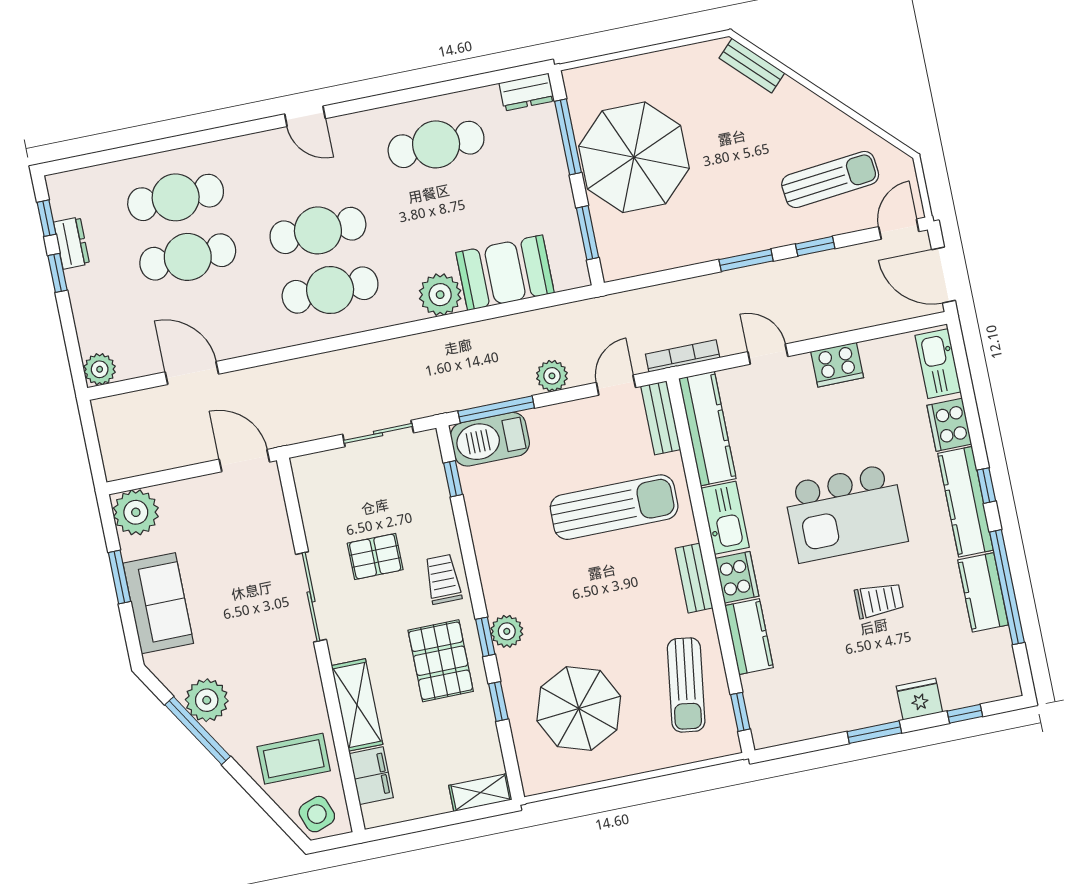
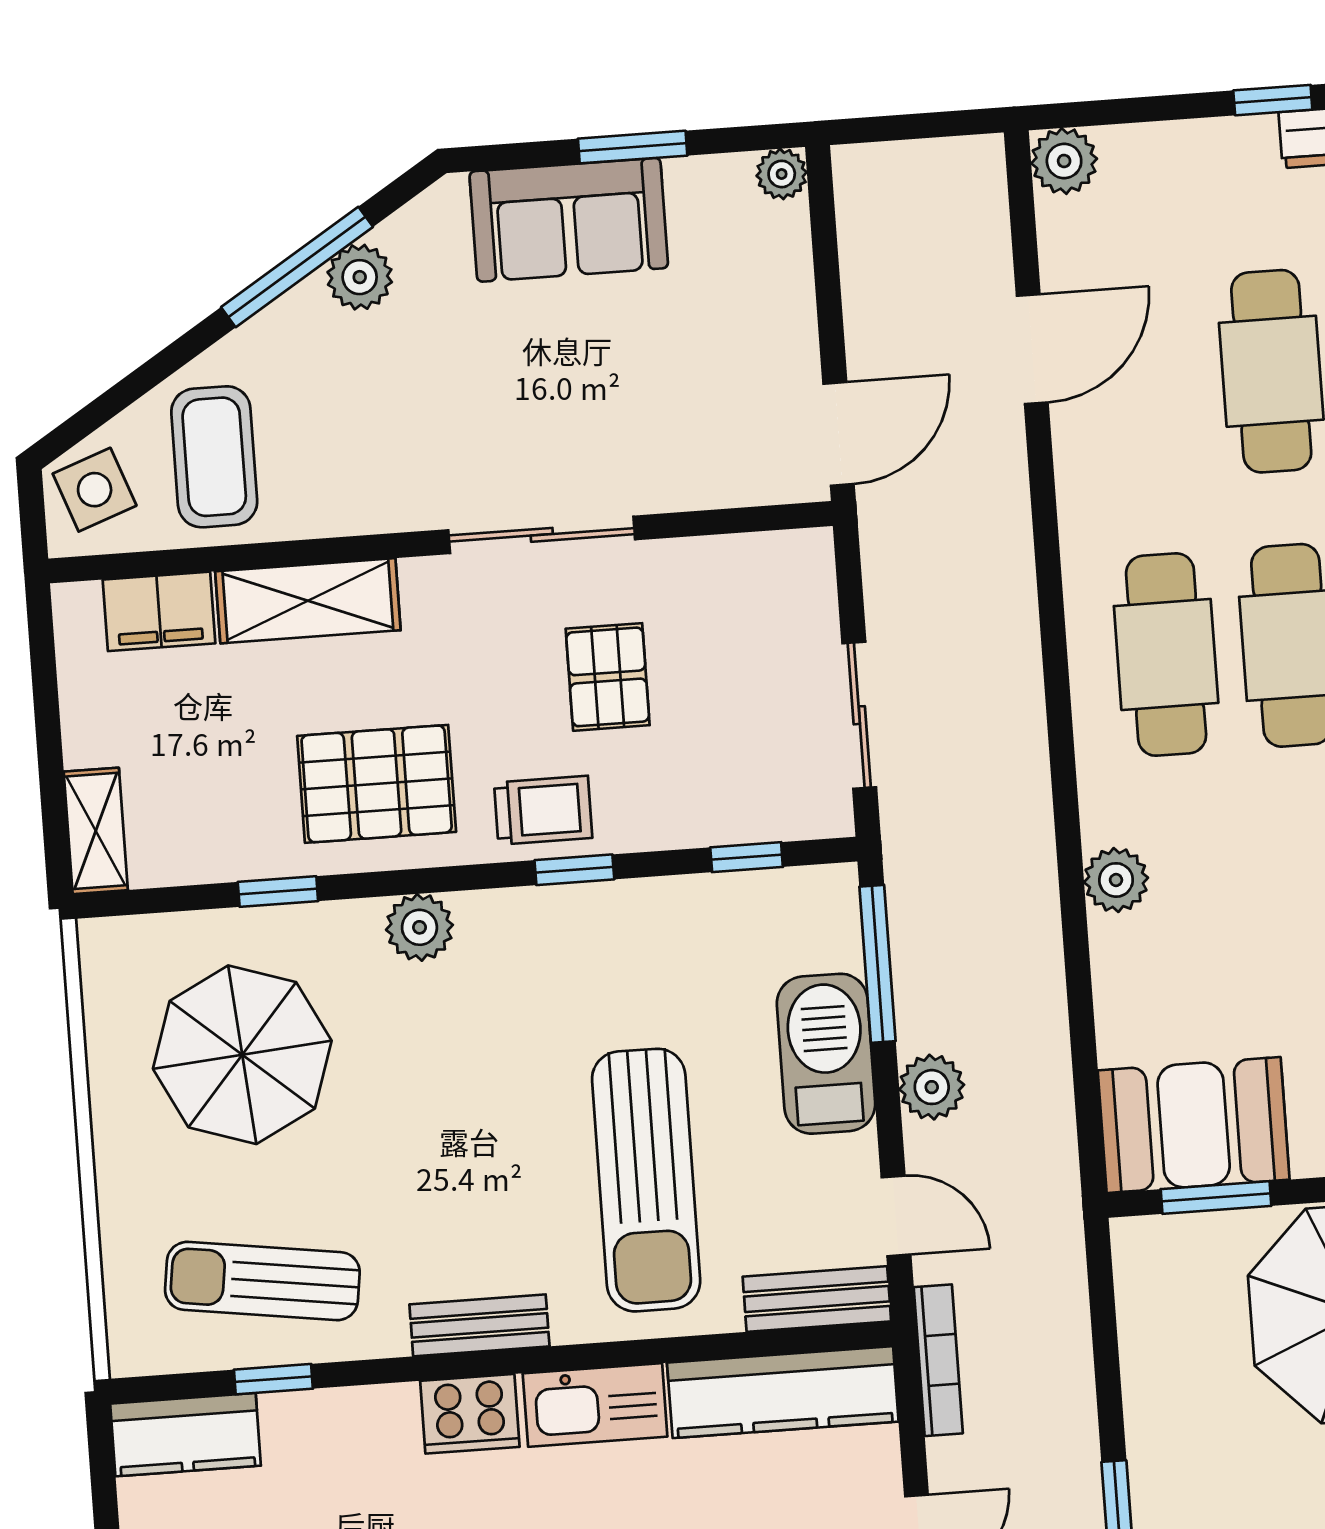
booth: (505, 273) -> (1194, 1125), moved, turned 90
plant: (440, 295) -> (1116, 880), width x0.73, depth x0.73
barbecue: (490, 439) -> (826, 1054), moved
plant: (136, 512) -> (782, 174), width x0.53, depth x0.53
window: (485, 637) -> (574, 870), moved
kitchen counter: (749, 637) -> (186, 1435), moved
plant: (207, 700) -> (360, 277), width x0.73, depth x0.73
window: (740, 712) -> (273, 1379), moved

